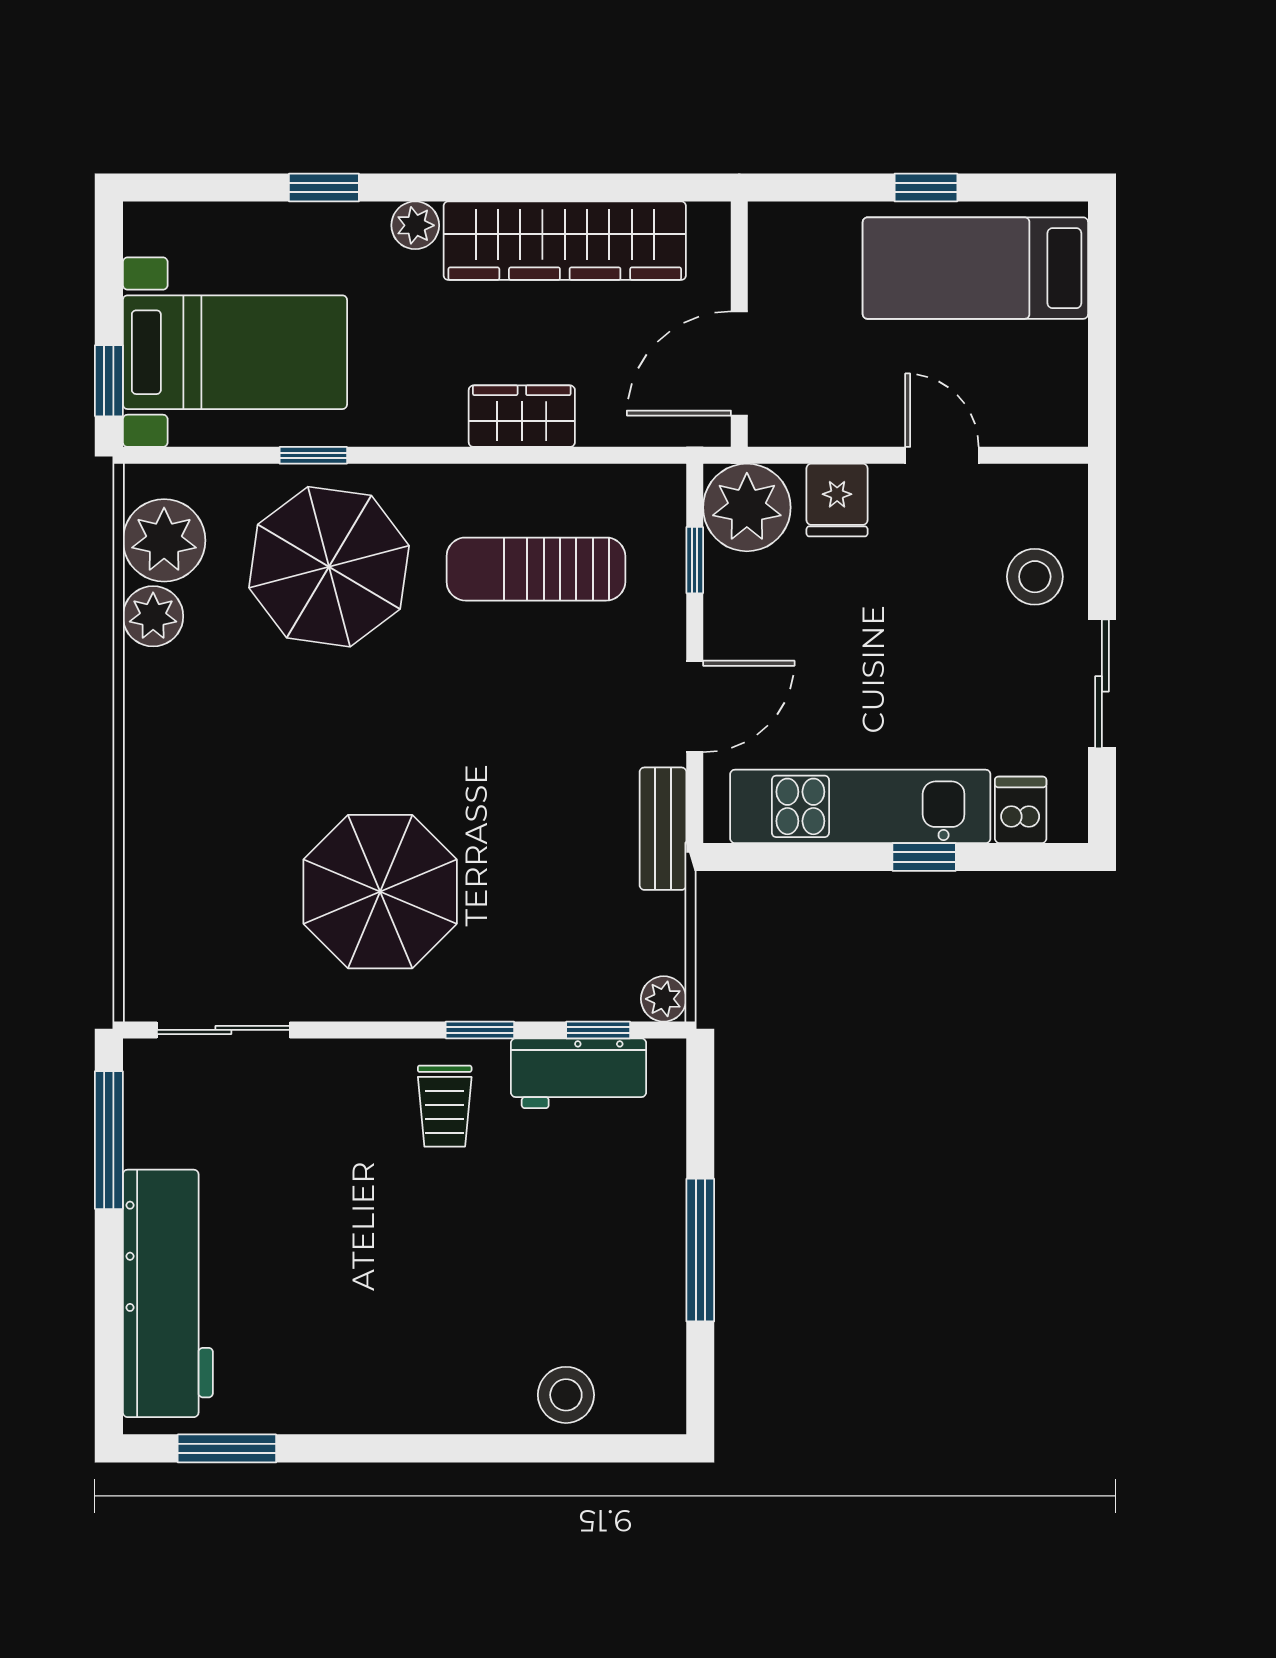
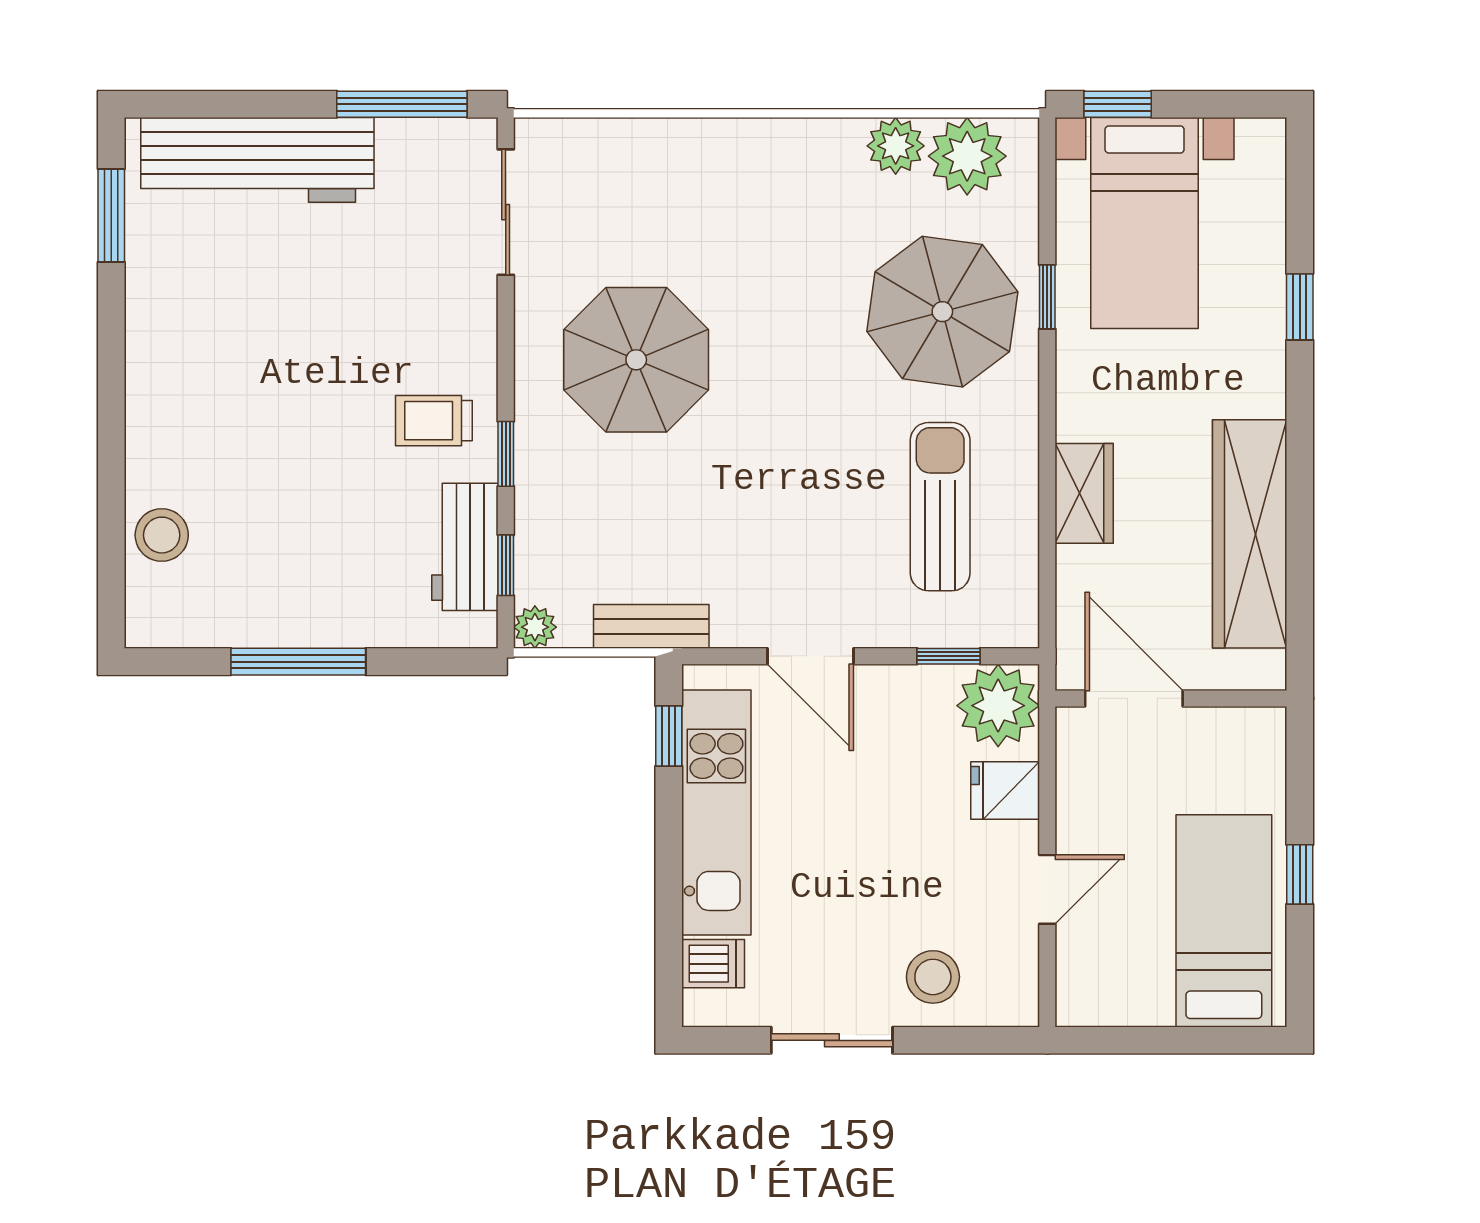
plant: (415, 225) -> (1264, 393), removed
bench: (663, 829) -> (651, 626), moved
window: (924, 857) -> (669, 736), moved

